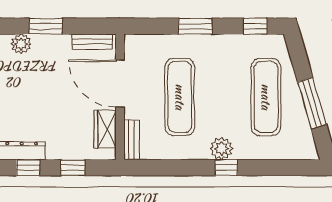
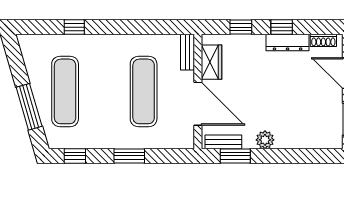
window: (46, 26) -> (235, 156), moved
plant: (21, 44) -> (265, 140), moved
window: (312, 103) -> (29, 107), moved
plant: (222, 149) -> (105, 44), removed
window: (226, 168) -> (74, 27), moved

